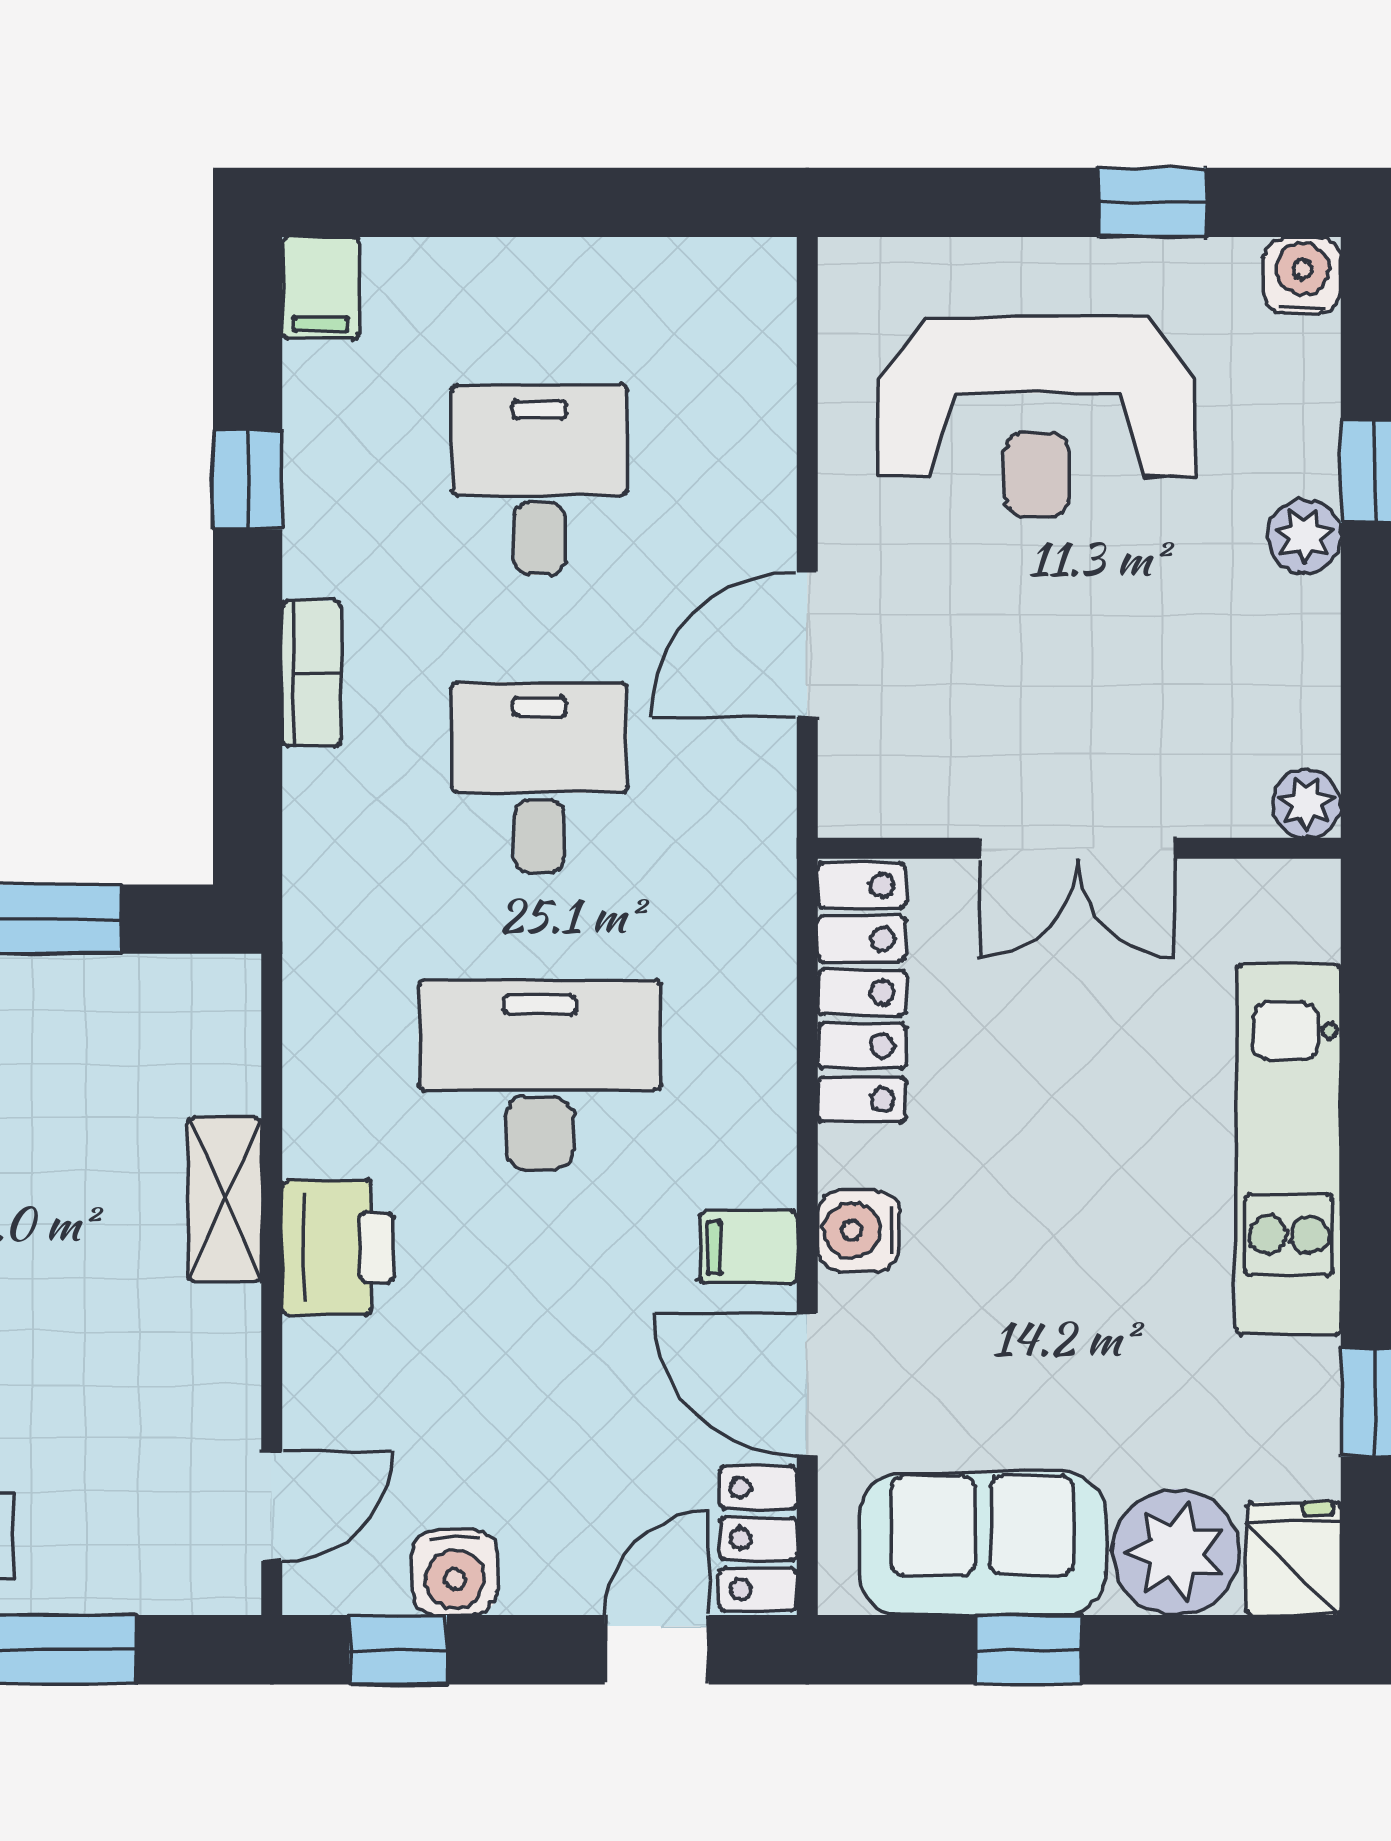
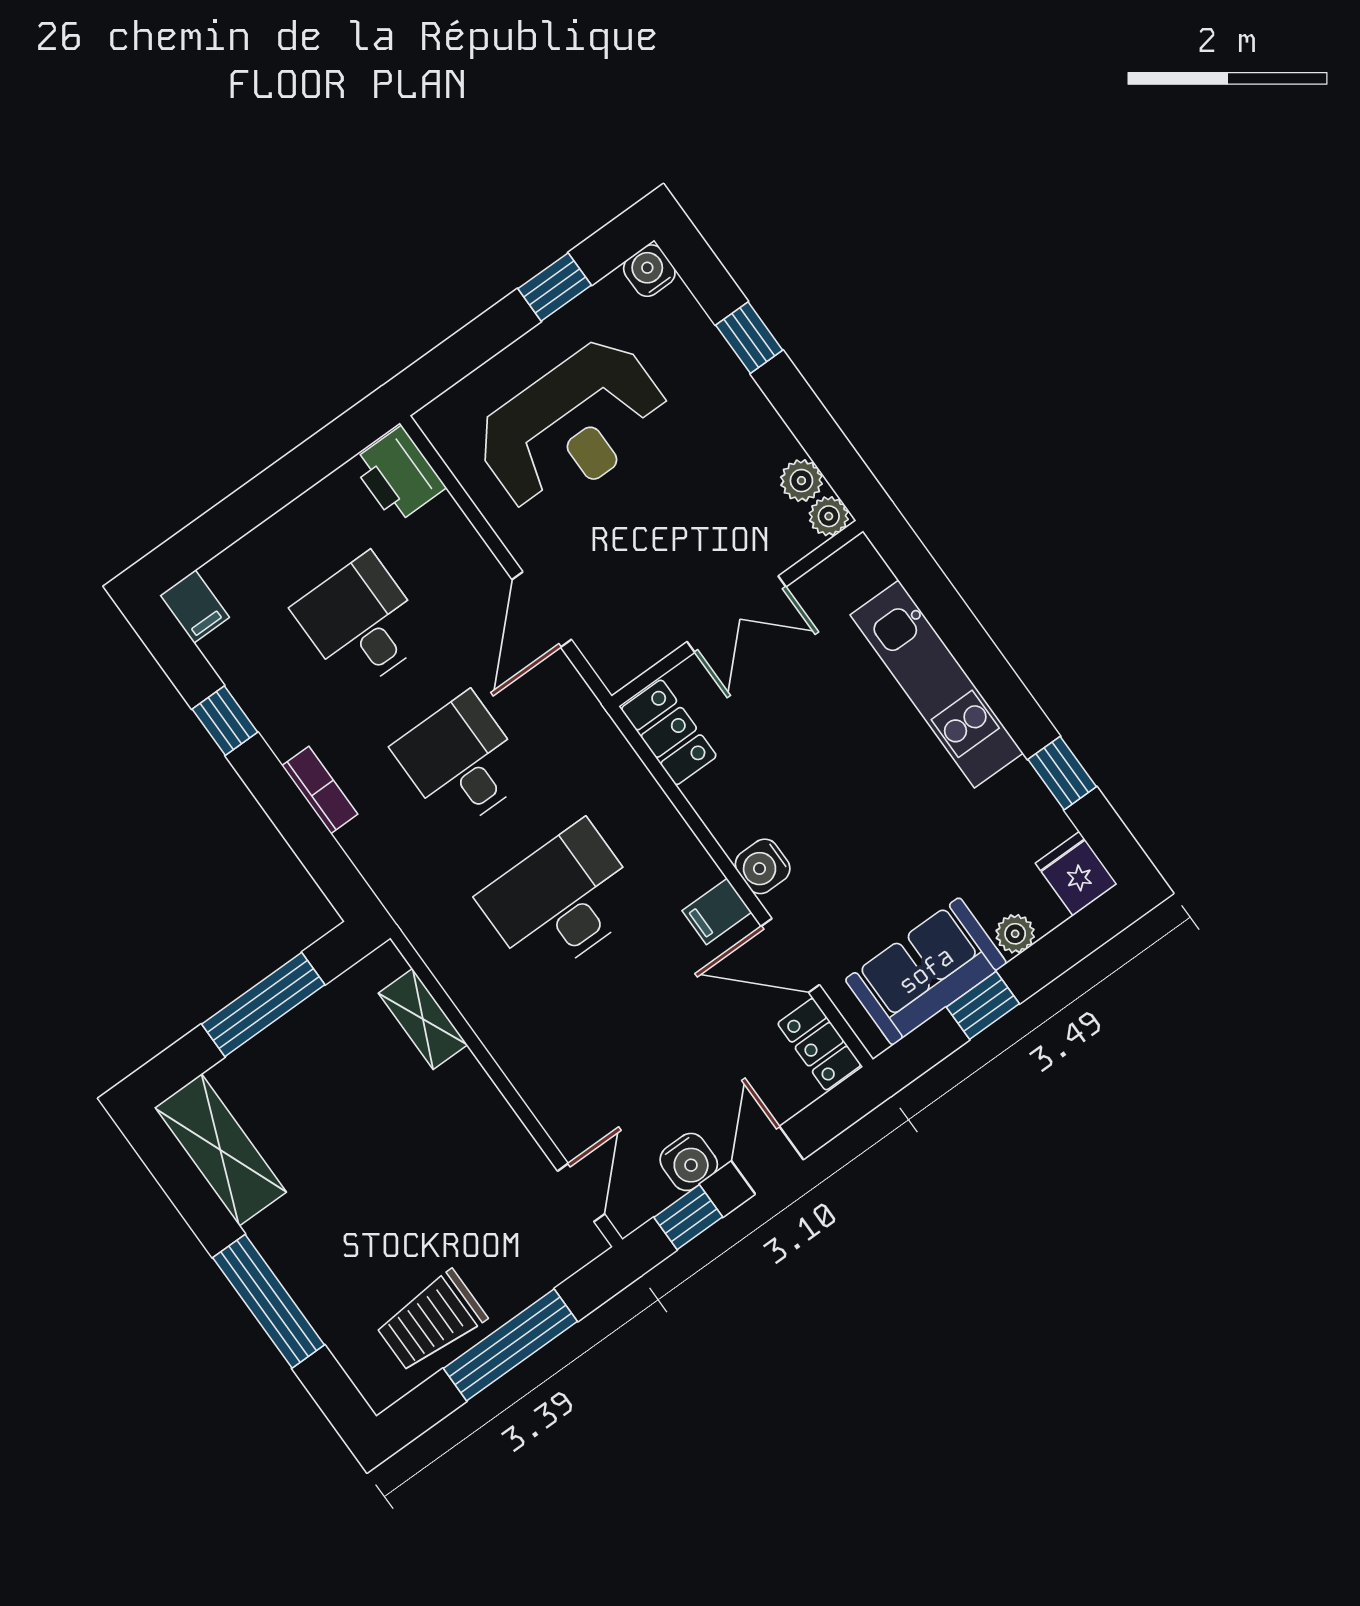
plant: (1304, 536) -> (801, 481), moved
locker: (862, 992) -> (669, 732), width x0.66
shelving: (225, 1199) -> (423, 1019), moved
printer: (338, 1247) -> (398, 475), moved, turned 180
plant: (1176, 1552) -> (1015, 934), width x0.53, depth x0.53
door: (657, 1650) -> (767, 1160), moved

